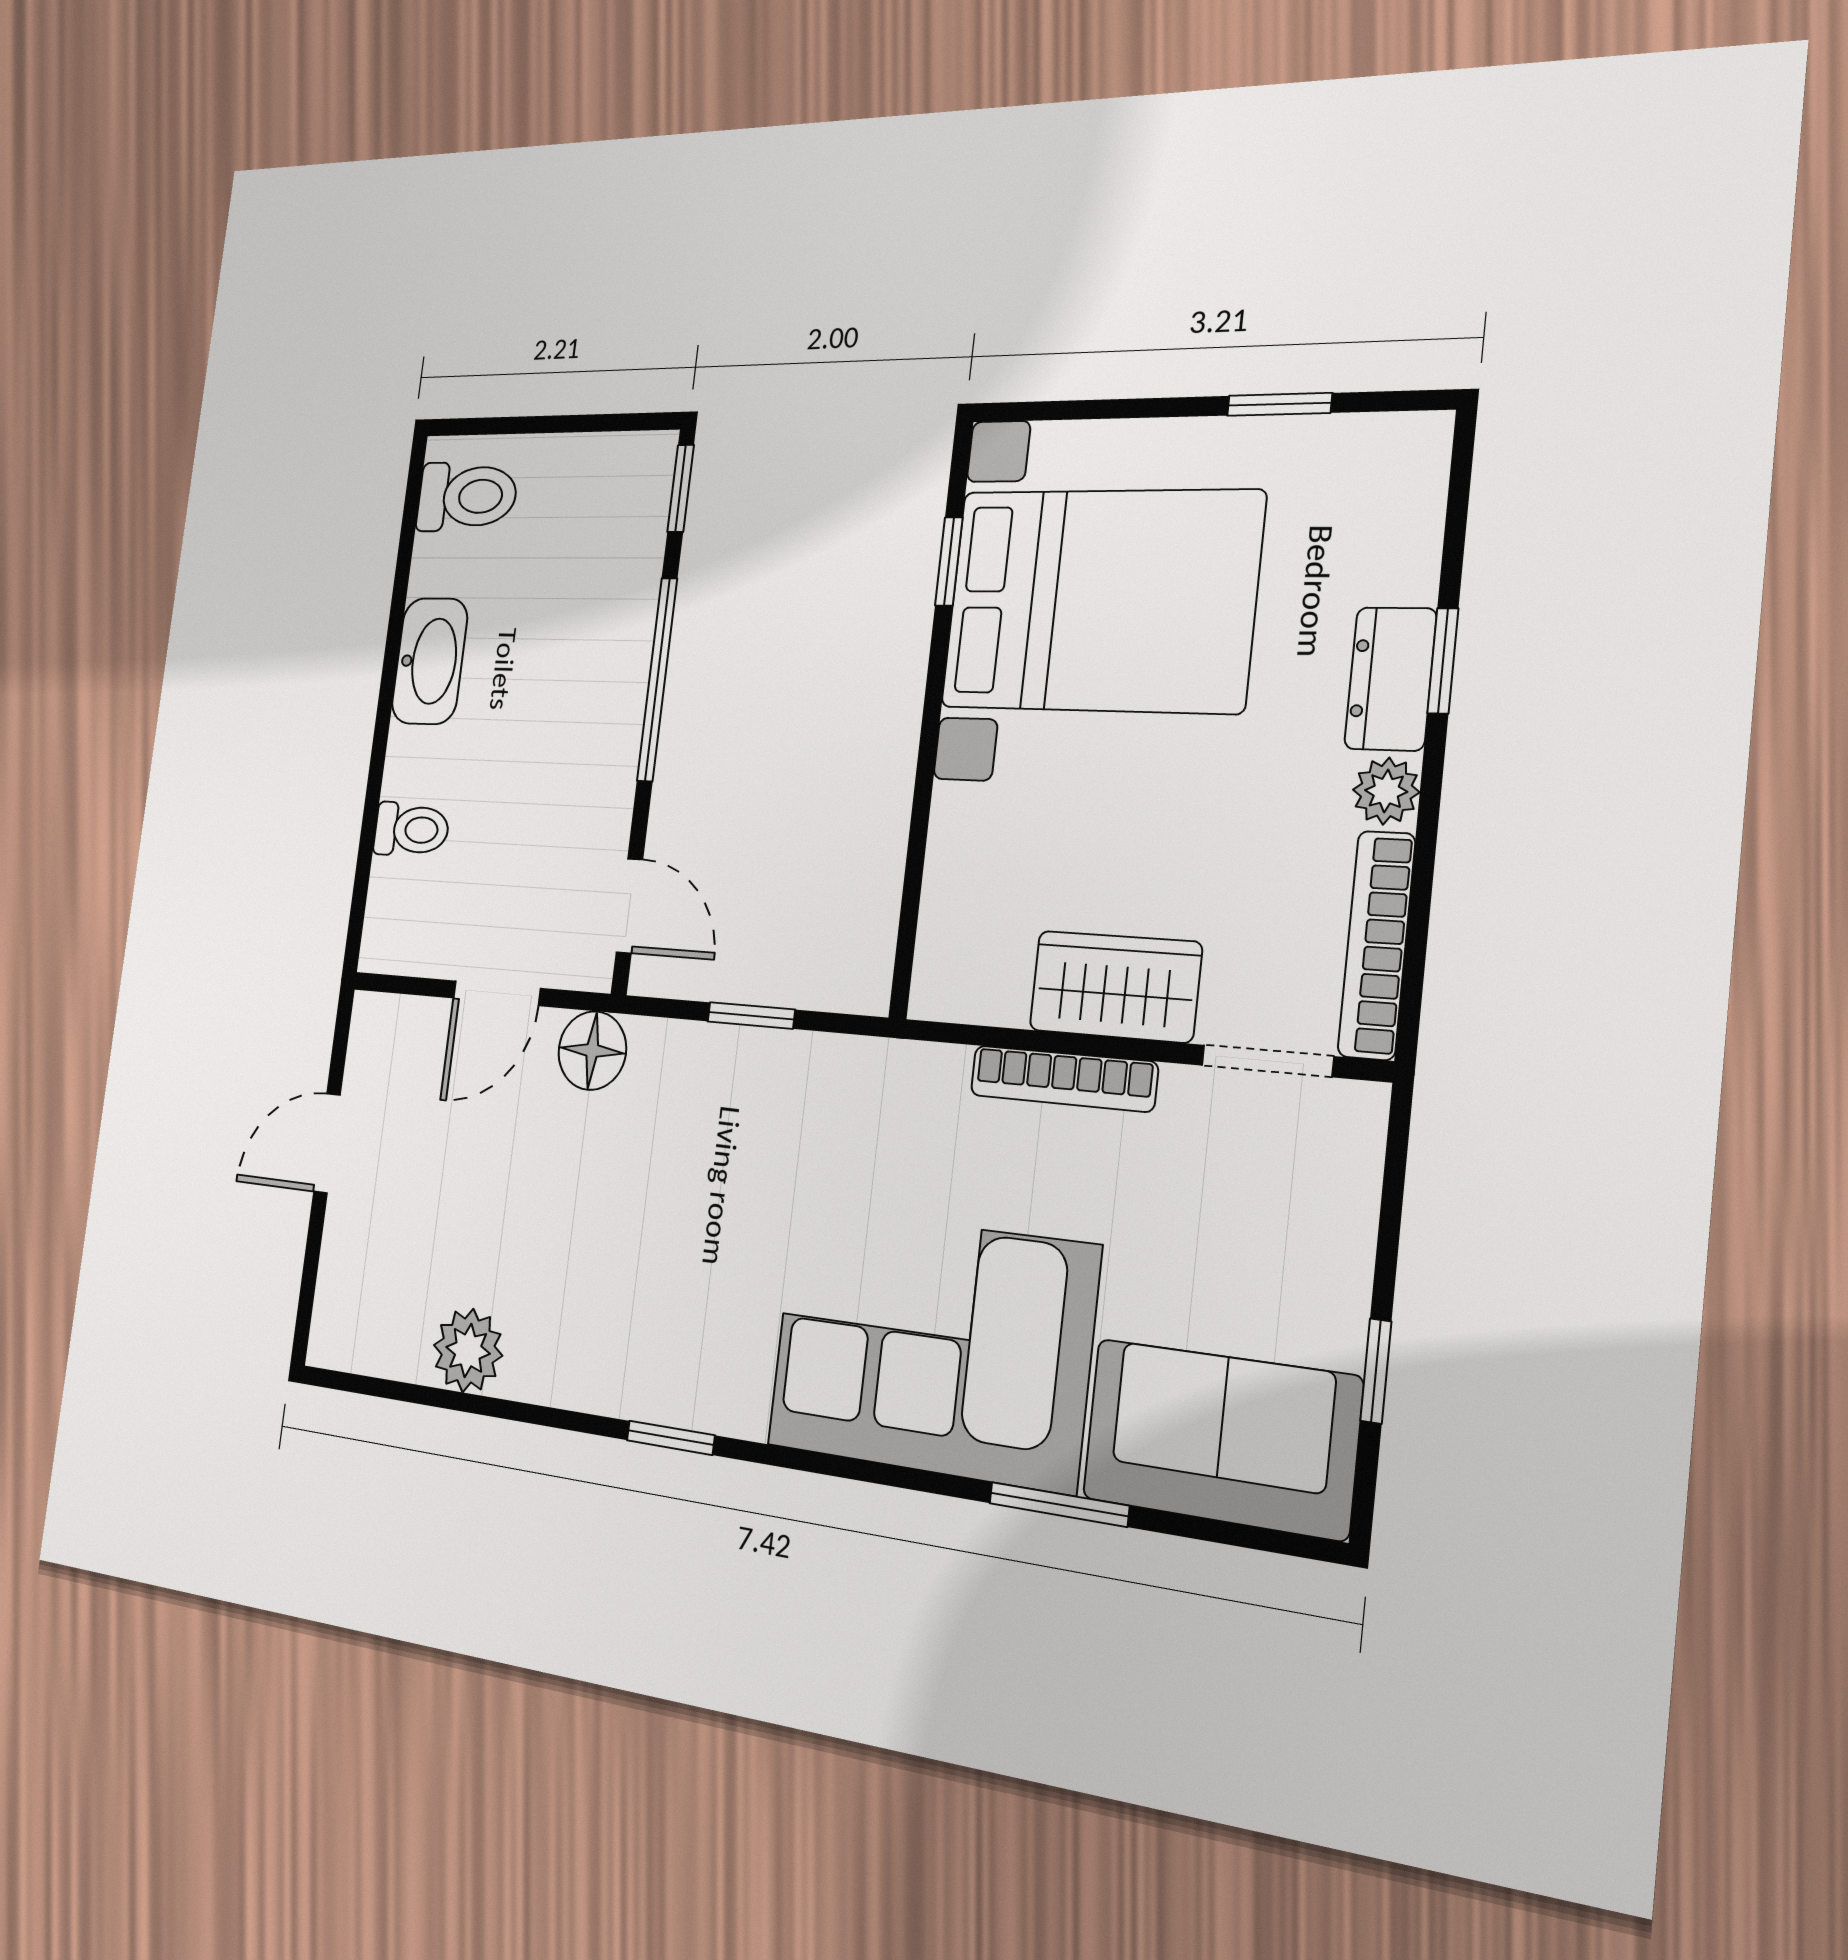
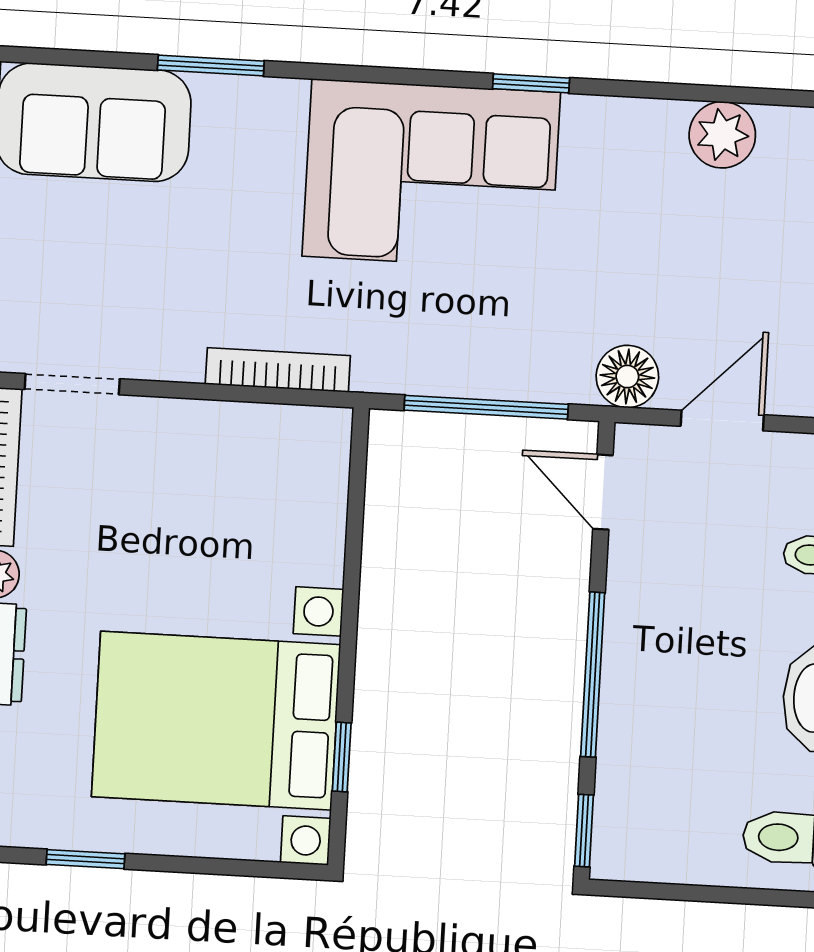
wardrobe: (1115, 986) -> (189, 435), removed
window: (751, 1016) -> (486, 407), width x2.17
bookcase: (1063, 1079) -> (278, 370), moved
corner sofa: (931, 1347) -> (431, 174), moved

